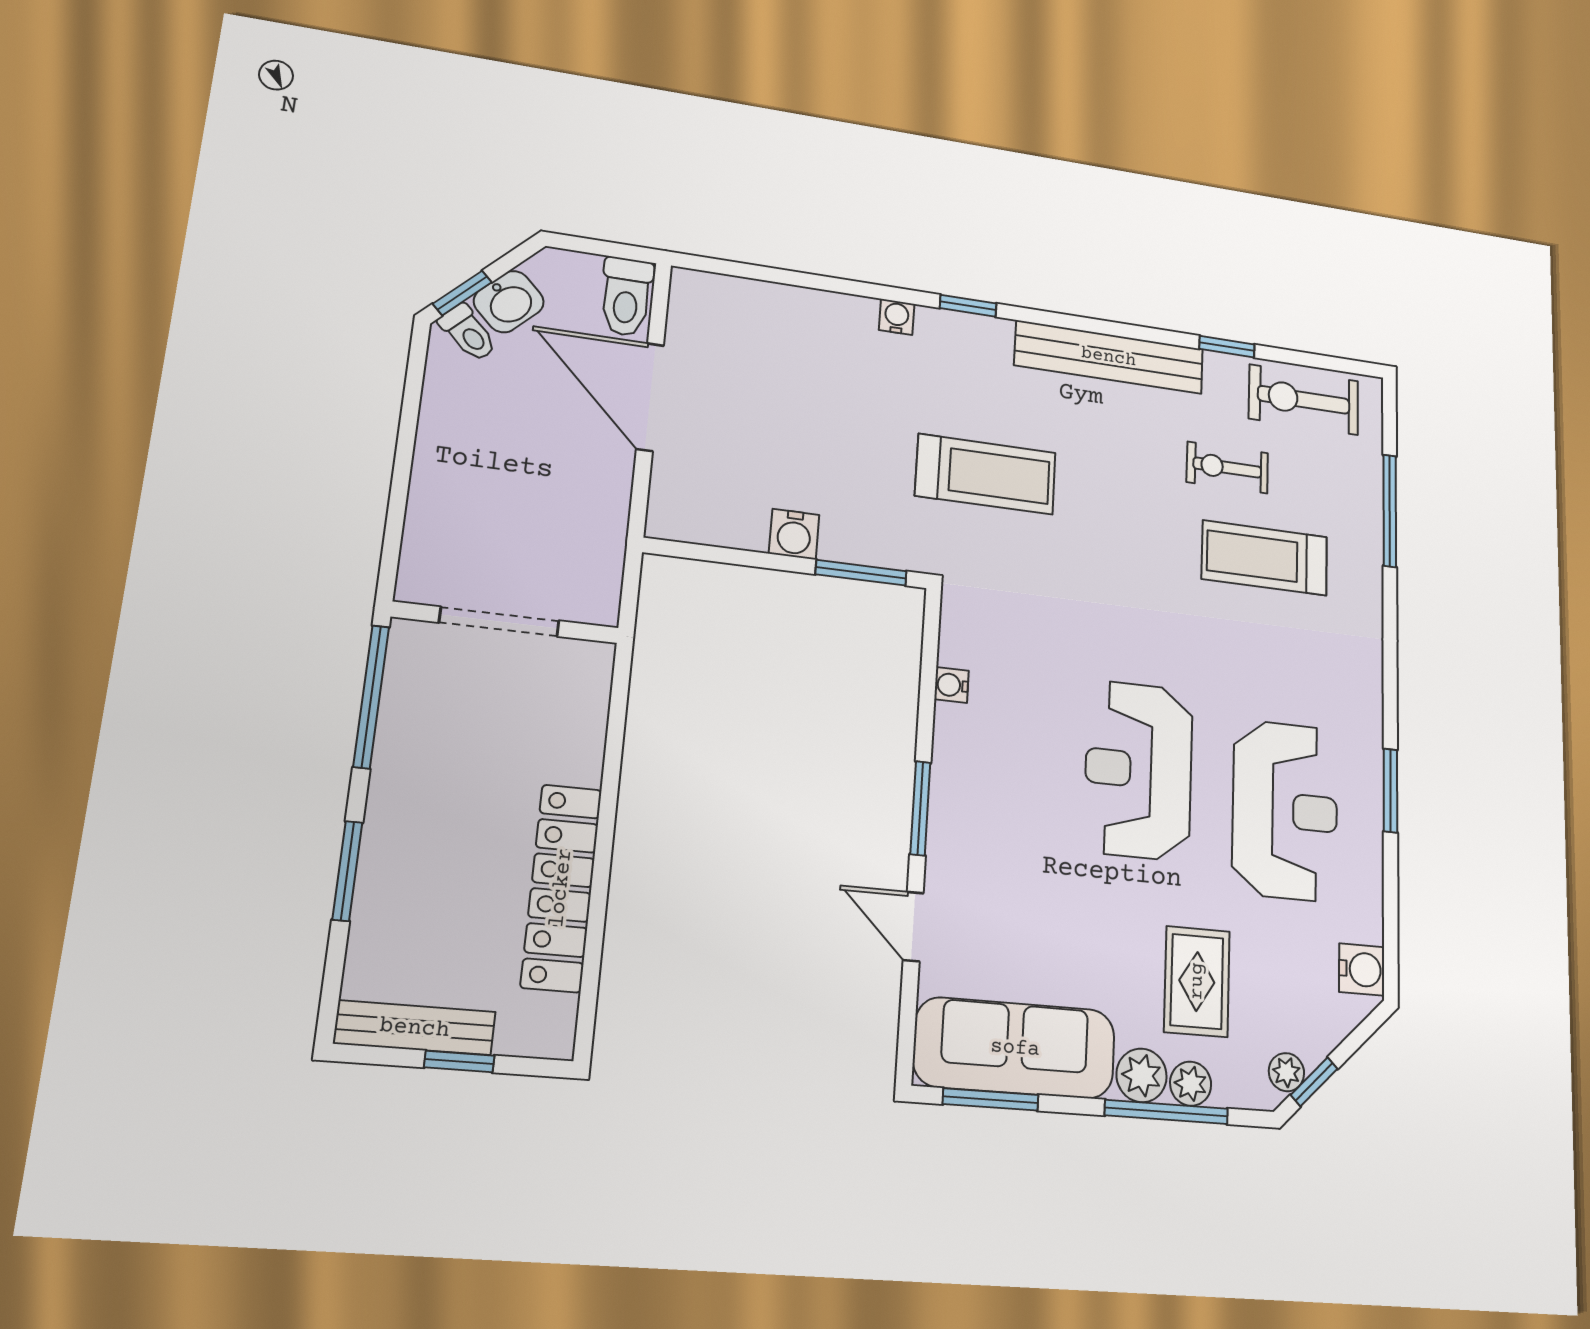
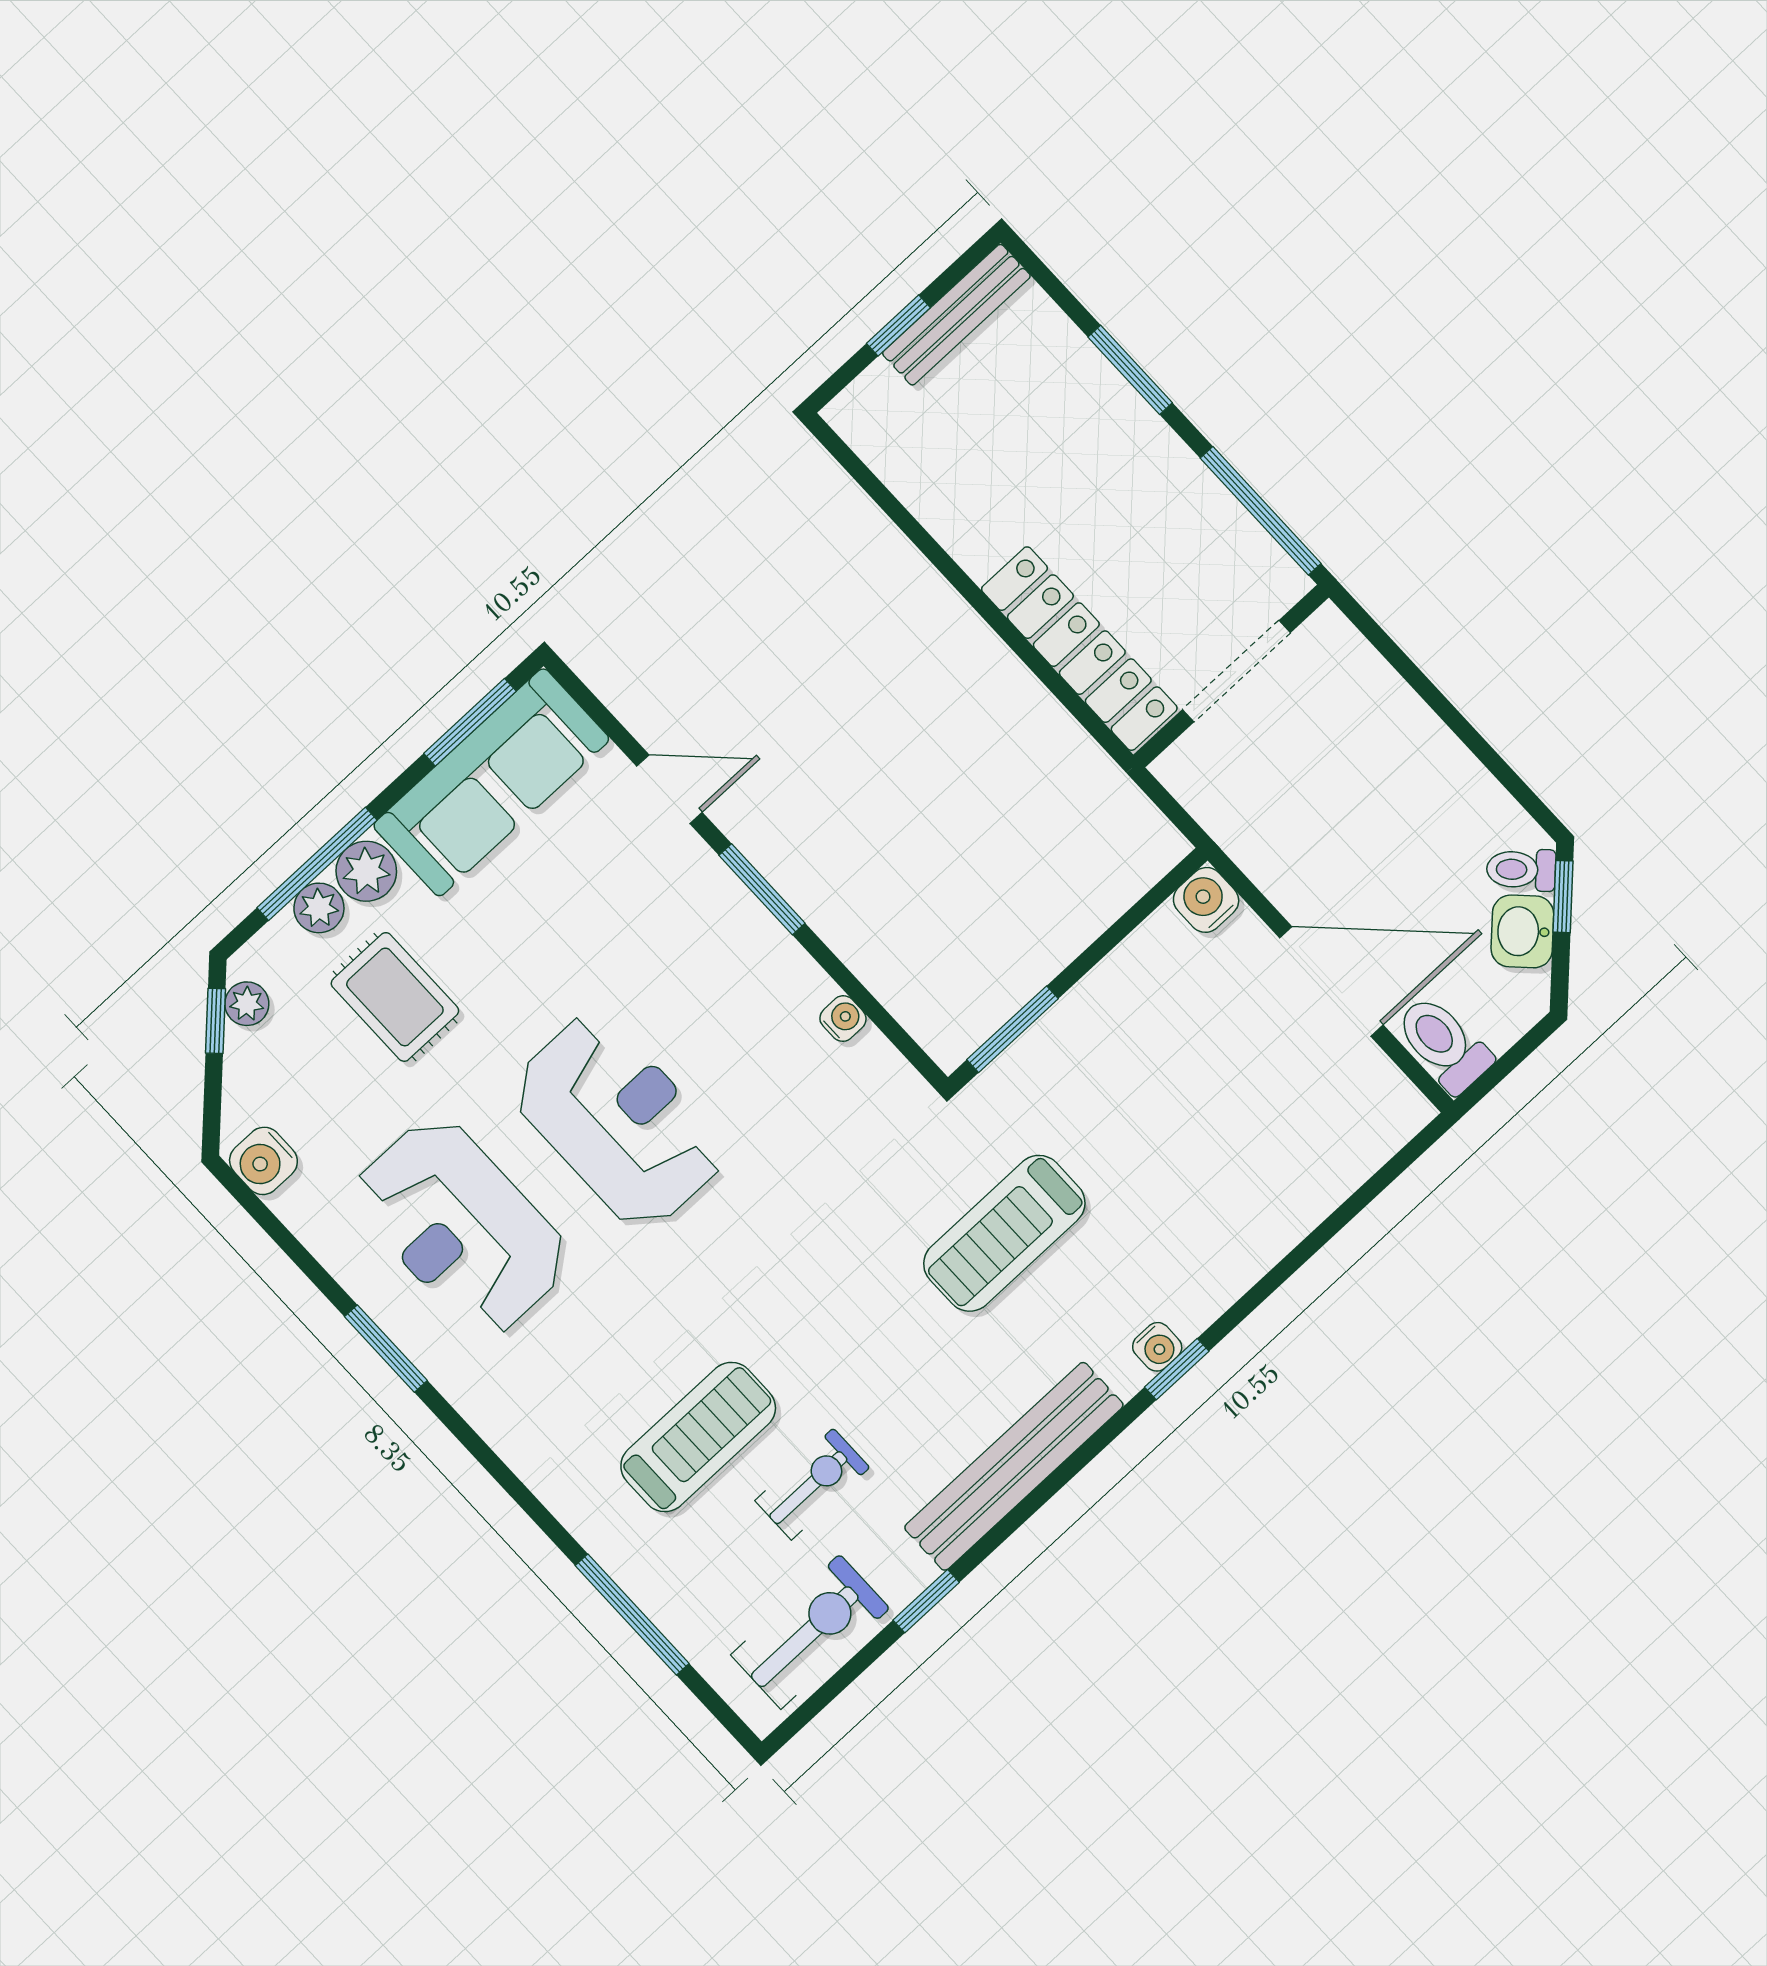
water cooler: (897, 317) -> (1157, 1347), moved
water cooler: (794, 534) -> (1206, 900), moved
locker: (561, 888) -> (1079, 649), moved

